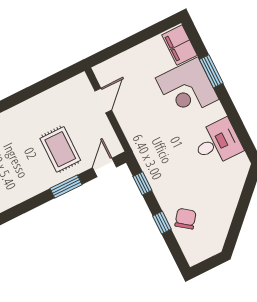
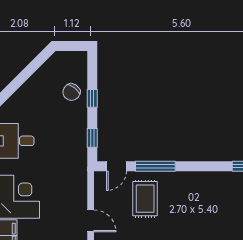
door: (103, 101) -> (91, 221), swing flipped
window: (66, 187) -> (155, 166), width x1.44

